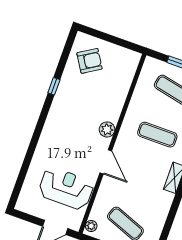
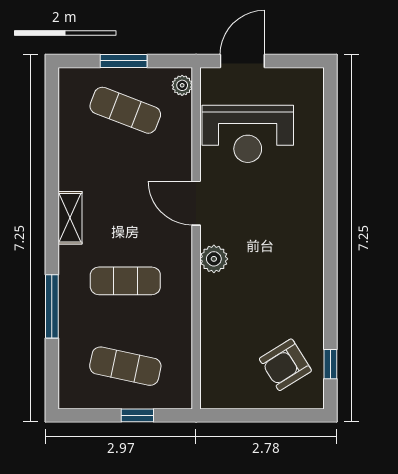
window: (54, 86) -> (330, 364), moved

